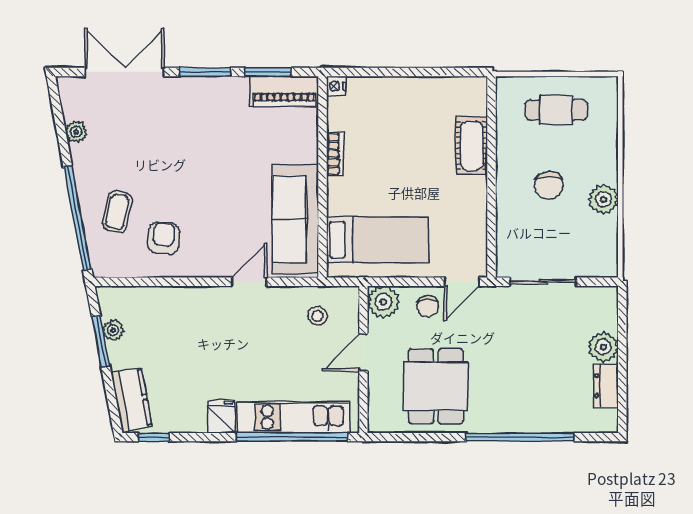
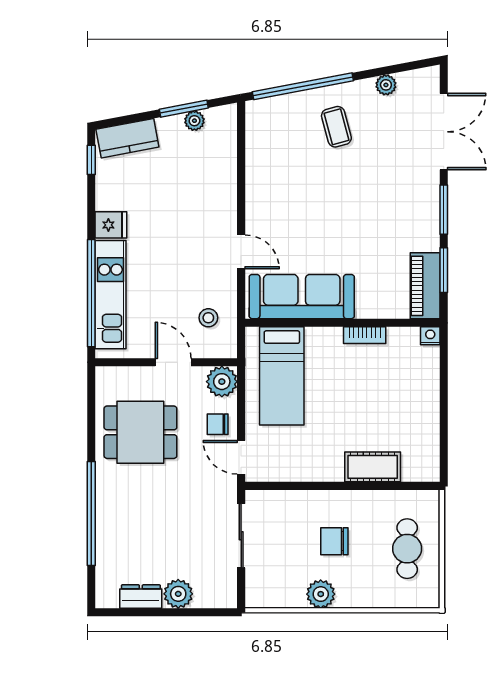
coffee table: (117, 212) -> (336, 127), moved, turned 63
armchair: (164, 238) -> (283, 169), removed

